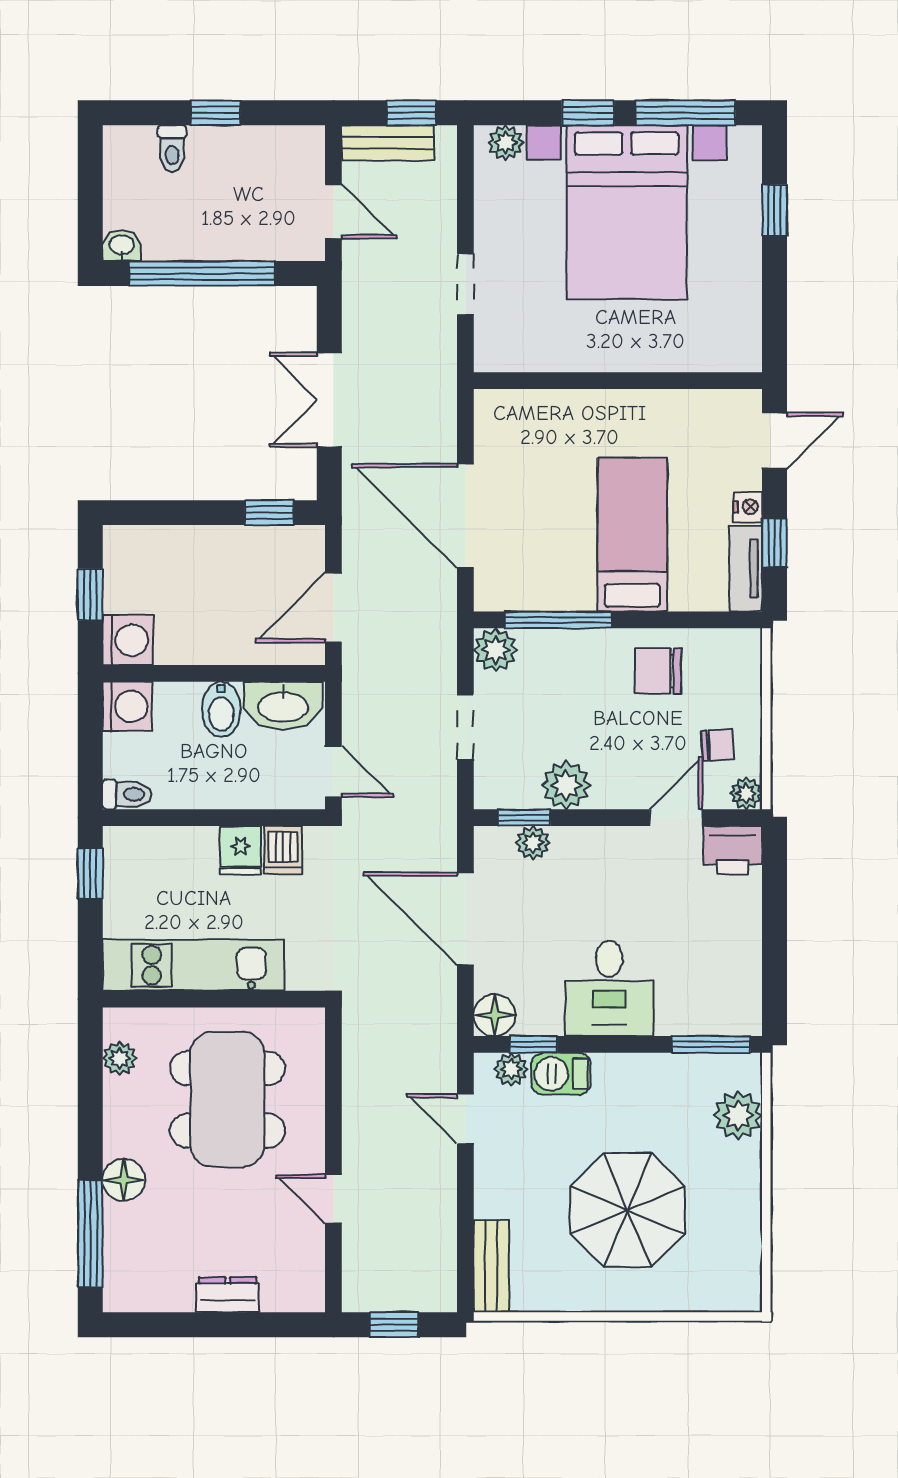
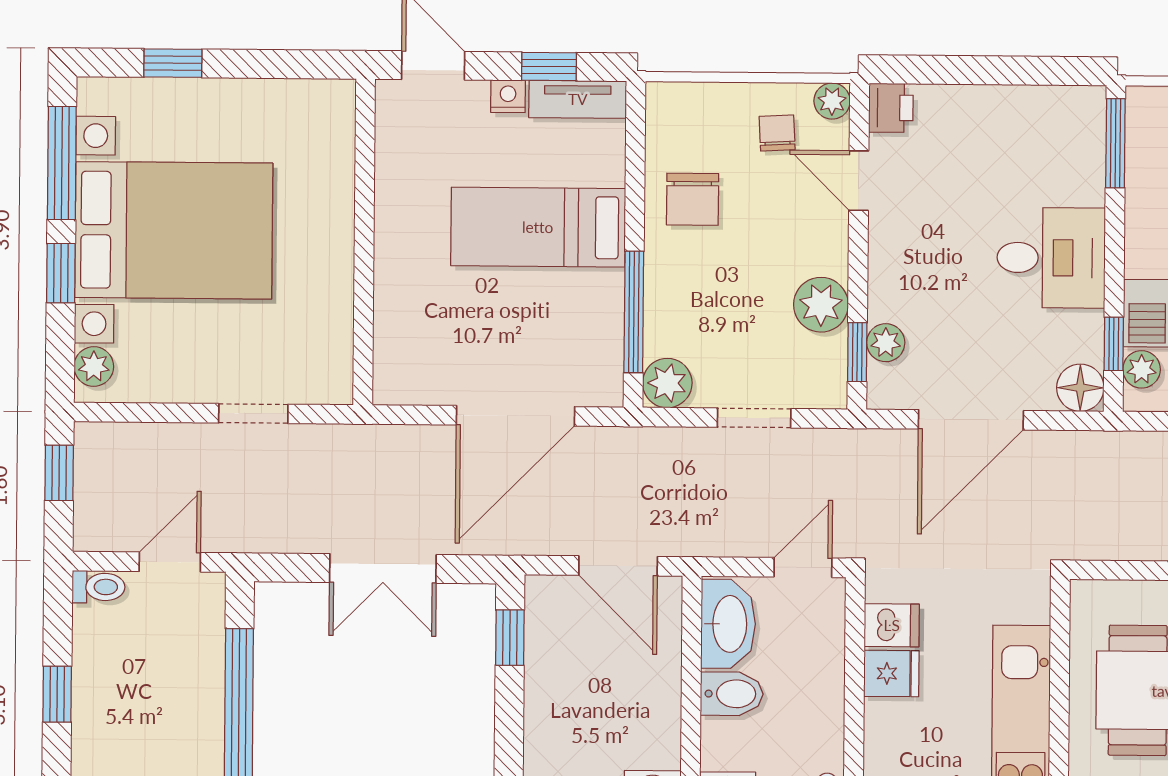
bench: (388, 143) -> (93, 500), removed
toilet: (172, 148) -> (98, 587), moved
printer: (733, 850) -> (891, 108), width x0.73, depth x0.81

